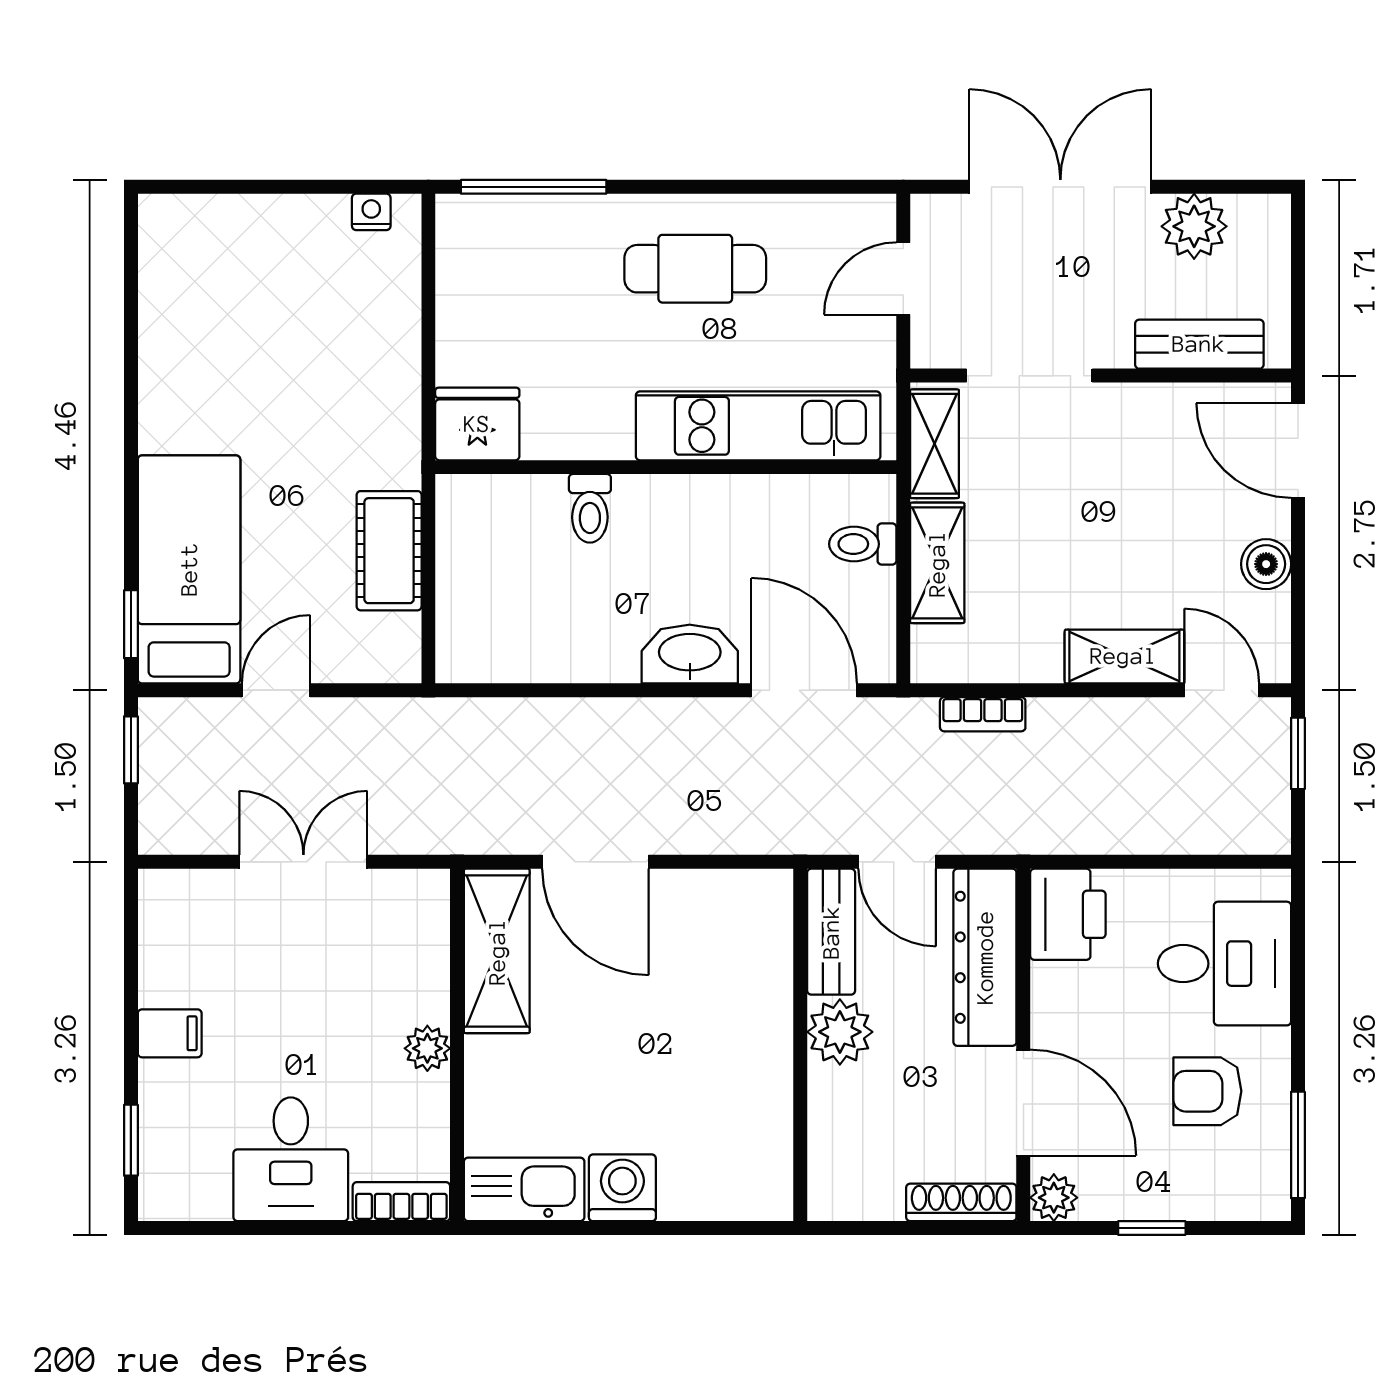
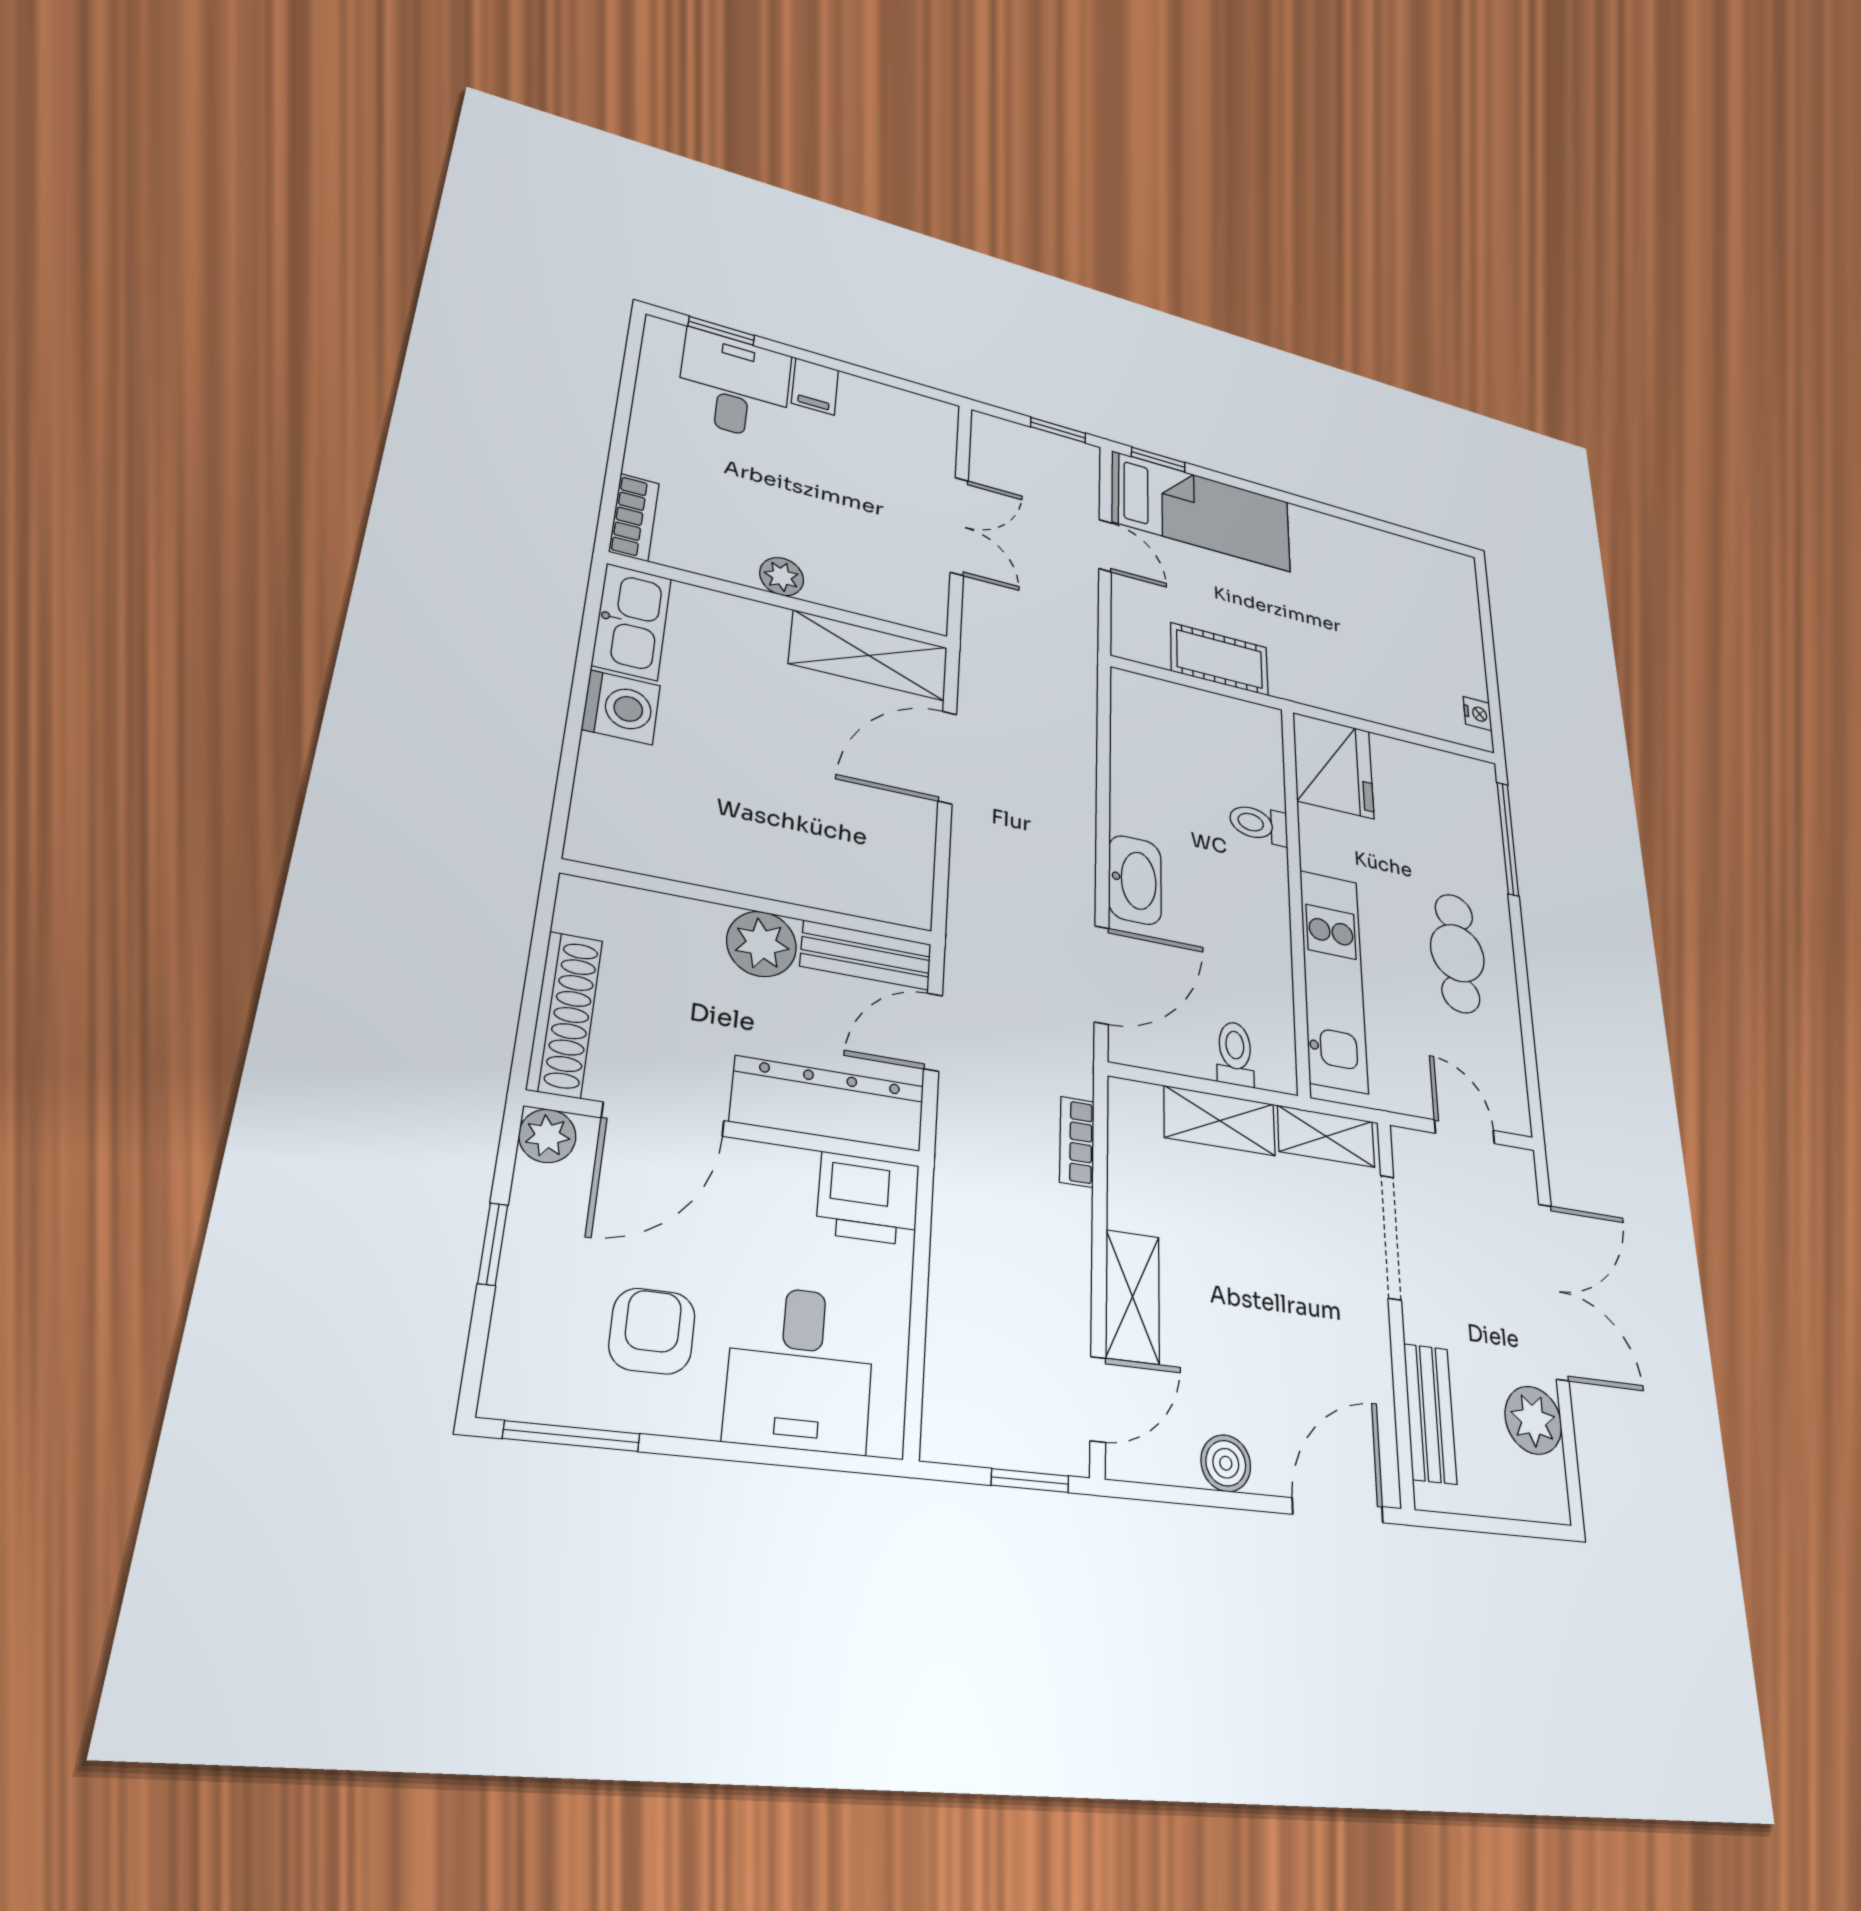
fridge: (477, 424) -> (1333, 766), width x1.36, depth x1.34
desk: (291, 1159) -> (734, 385), moved, turned 90
shoe rack: (961, 1202) -> (565, 1014), width x1.36, depth x1.24

